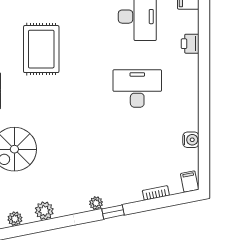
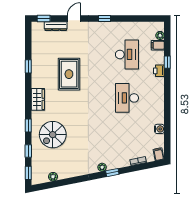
window: (204, 29) -> (167, 62), added
desk: (137, 88) -> (127, 98), turned -90
plant: (44, 211) -> (71, 172), removed

